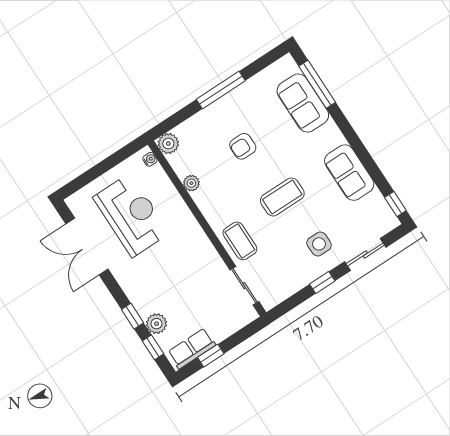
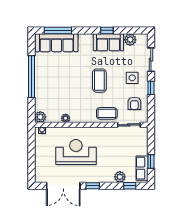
window: (221, 90) -> (31, 77), width x1.46
sofa: (303, 103) -> (57, 43), width x1.36
armchair: (243, 146) -> (134, 103), moved
plant: (375, 203) -> (130, 40), added
window: (395, 204) -> (107, 30), moved
reception desk: (131, 215) -> (76, 152), moved
window: (133, 316) -> (93, 186), moved

